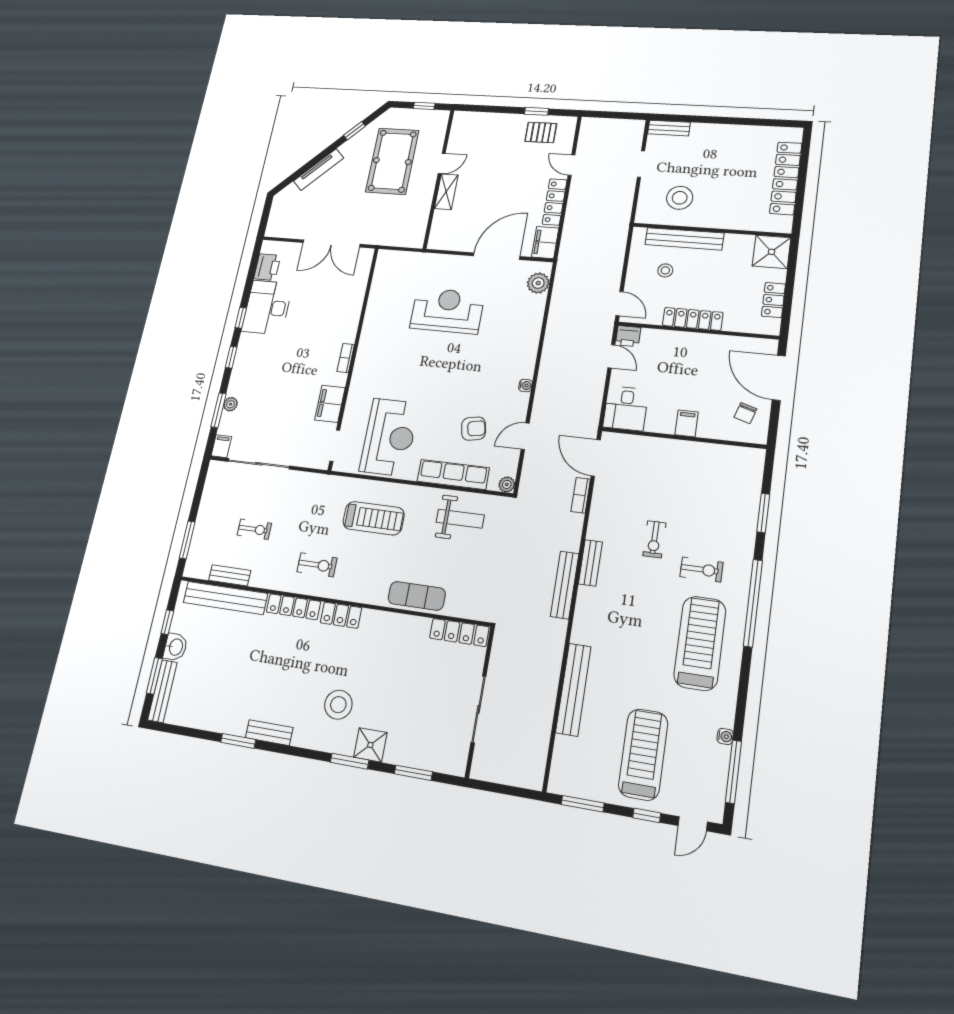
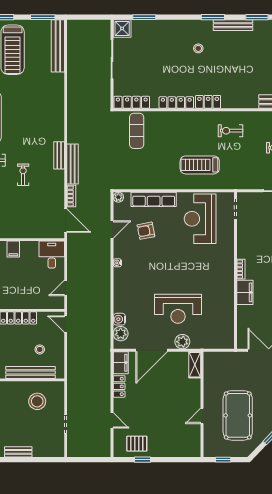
bench: (669, 128) -> (18, 452), moved
shelving: (446, 192) -> (195, 365), moved
locker: (555, 202) -> (119, 386), width x0.66
plant: (450, 265) -> (182, 342), added
water cooler: (537, 304) -> (119, 319), added
printer: (628, 336) -> (57, 302), removed
door: (611, 356) -> (66, 288), hinge flipped
filing cabinet: (330, 404) -> (245, 292), moved
weight bench: (460, 519) -> (144, 172), removed
bench: (565, 585) -> (73, 164), moved
exercise mat: (417, 596) -> (137, 131), moved, turned 90
locker: (293, 607) -> (176, 103), moved
bench: (573, 689) -> (58, 46), moved
stool: (338, 705) -> (198, 48), width x0.53, depth x0.53
bench: (269, 733) -> (233, 25), width x1.36
shower: (370, 745) -> (122, 28), moved
window: (350, 761) -> (213, 17), moved

